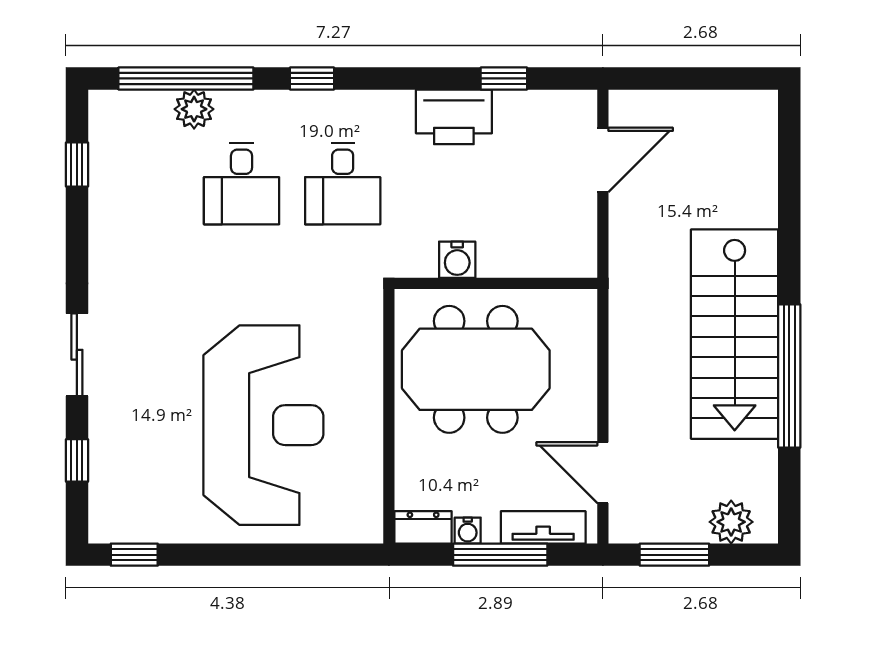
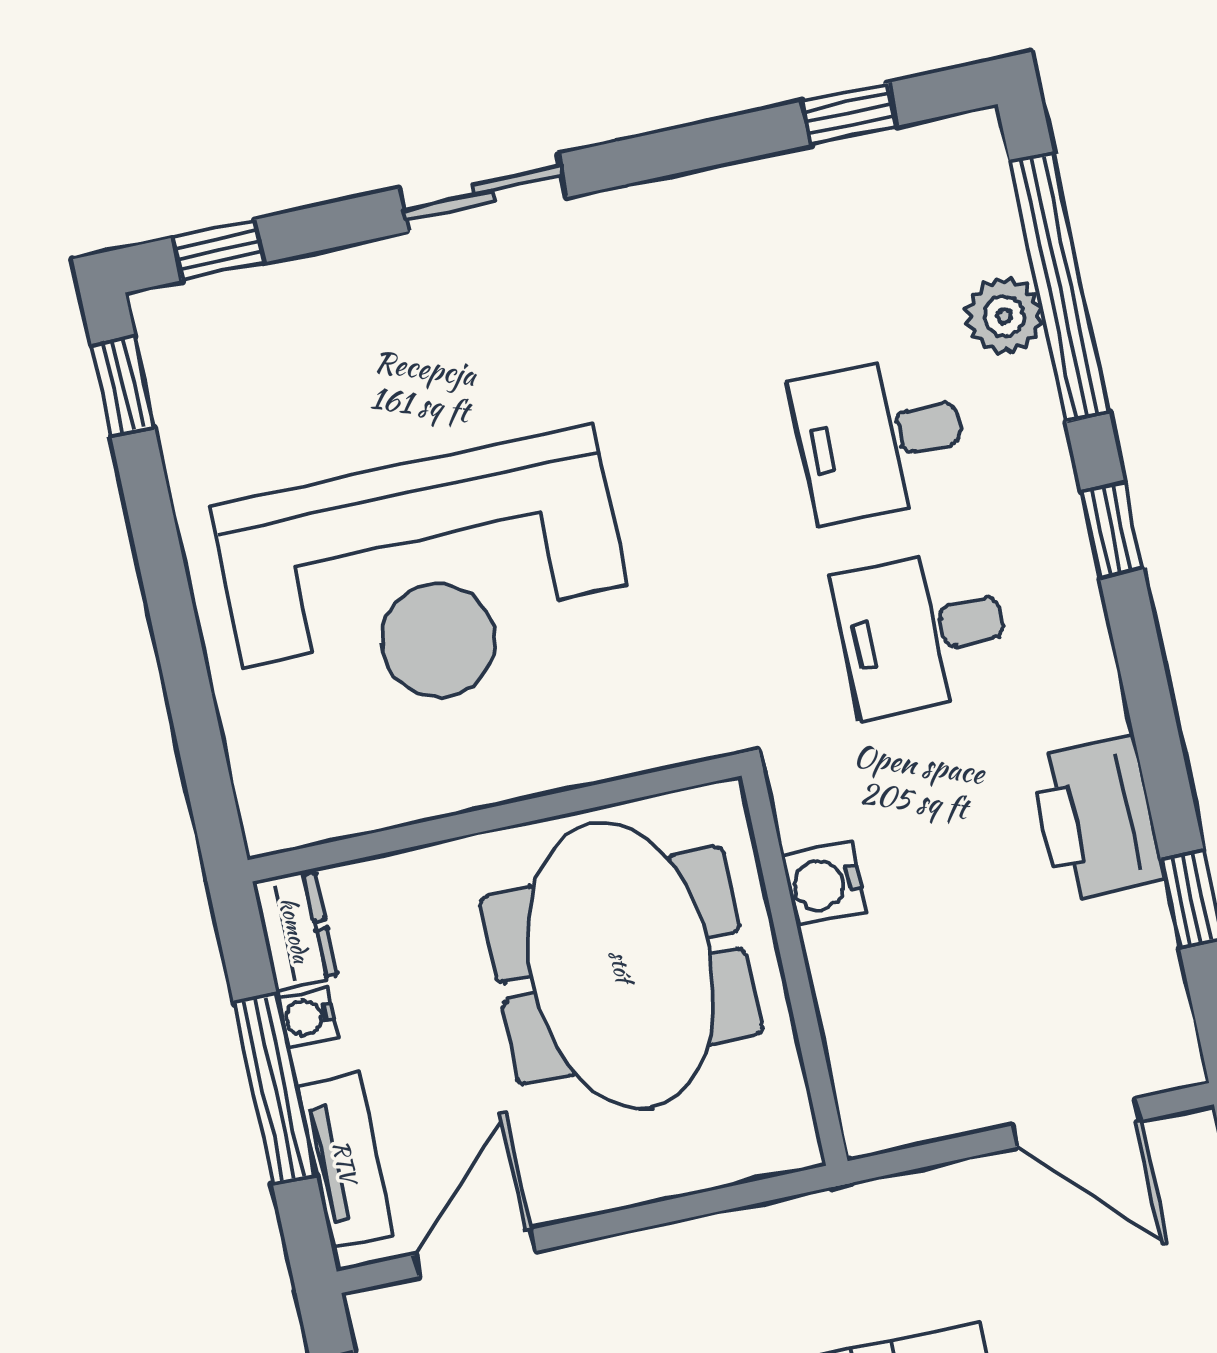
window: (77, 460) -> (218, 250), moved

